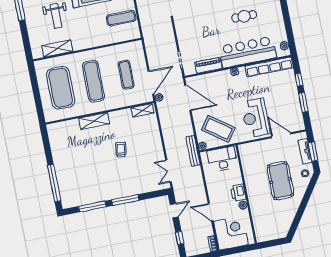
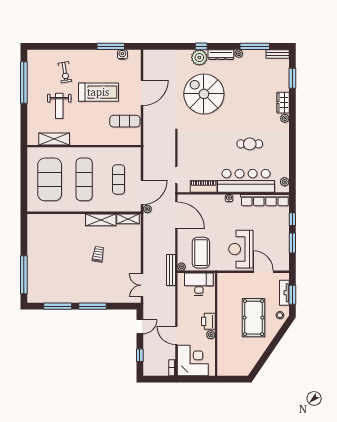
shelving: (94, 121) -> (101, 220), moved
coffee table: (218, 129) -> (201, 253), turned 54

